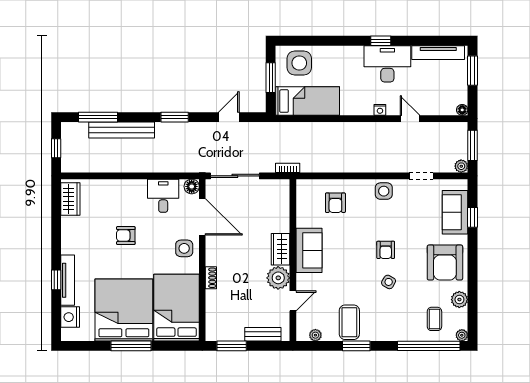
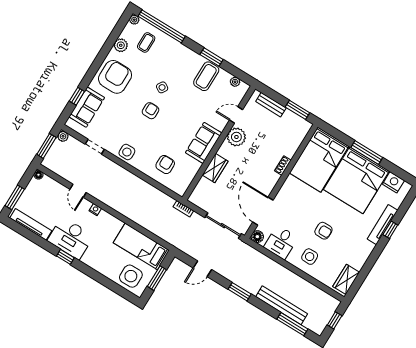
side table: (184, 248) -> (310, 257), moved
wardrobe: (280, 249) -> (215, 168), moved
nightstand: (70, 317) -> (393, 182), moved, turned -90

